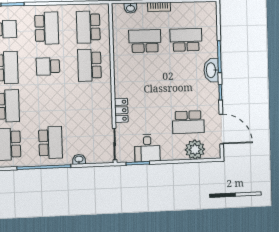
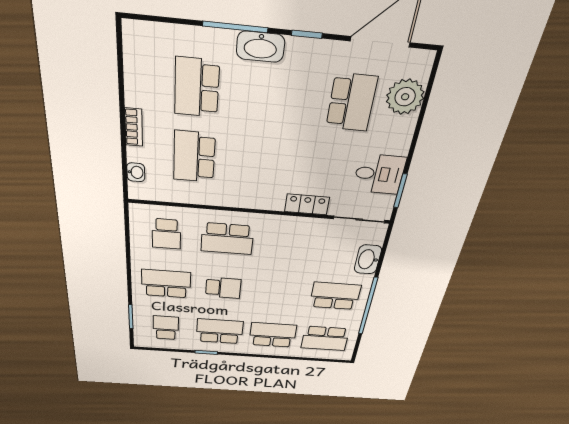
school desk: (88, 27) -> (166, 234), width x0.54
school desk: (48, 66) -> (223, 288), turned -90
washbasin: (79, 159) -> (368, 259), width x1.91, depth x1.45

